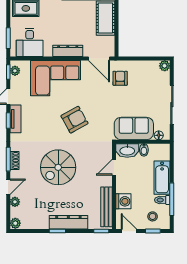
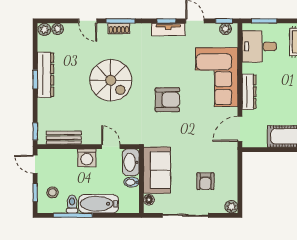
armchair: (120, 78) -> (205, 181), moved, turned 90
armchair: (74, 120) -> (167, 100), turned -61
spiral stairs: (58, 167) -> (111, 80), turned 180
washing machine: (123, 201) -> (87, 158), moved
plant: (15, 202) -> (58, 29), moved
bench: (106, 207) -> (64, 138), width x0.73
dresser: (68, 222) -> (46, 75), moved
door: (129, 231) -> (35, 164), swing flipped

